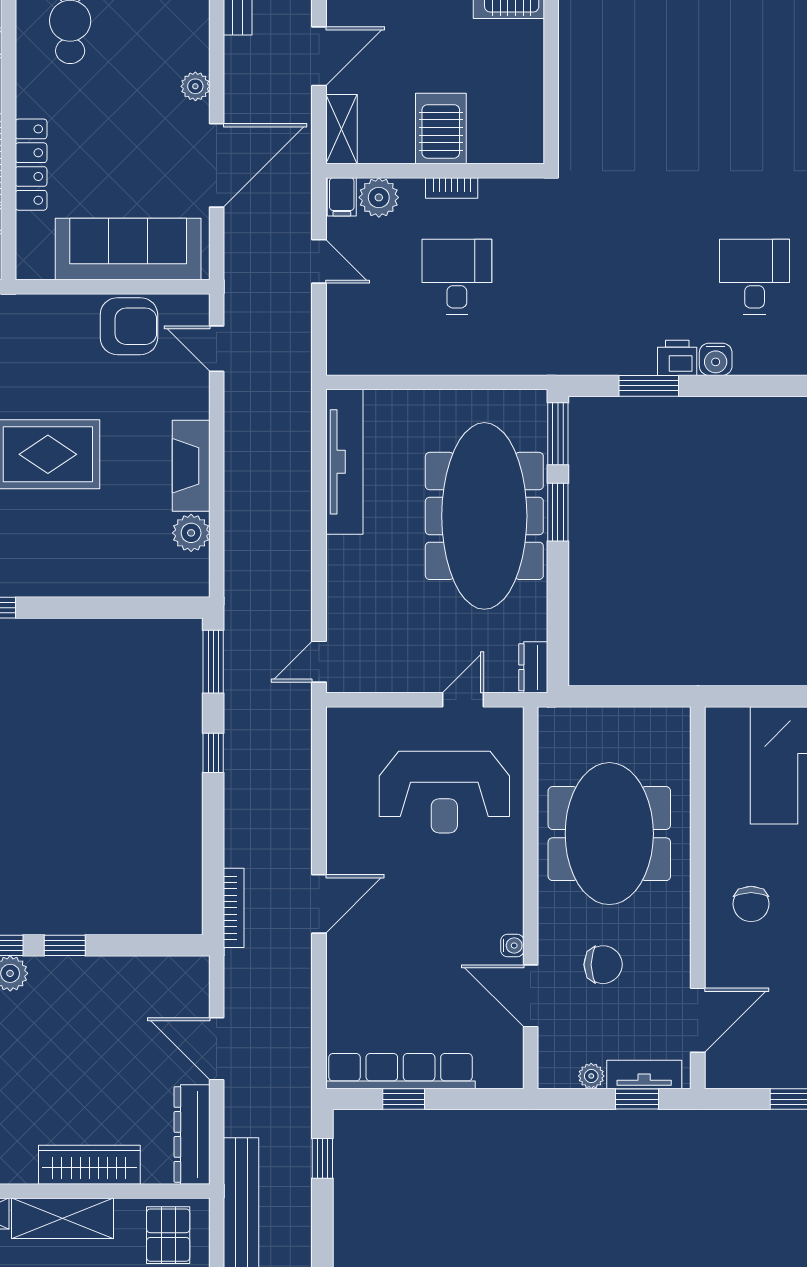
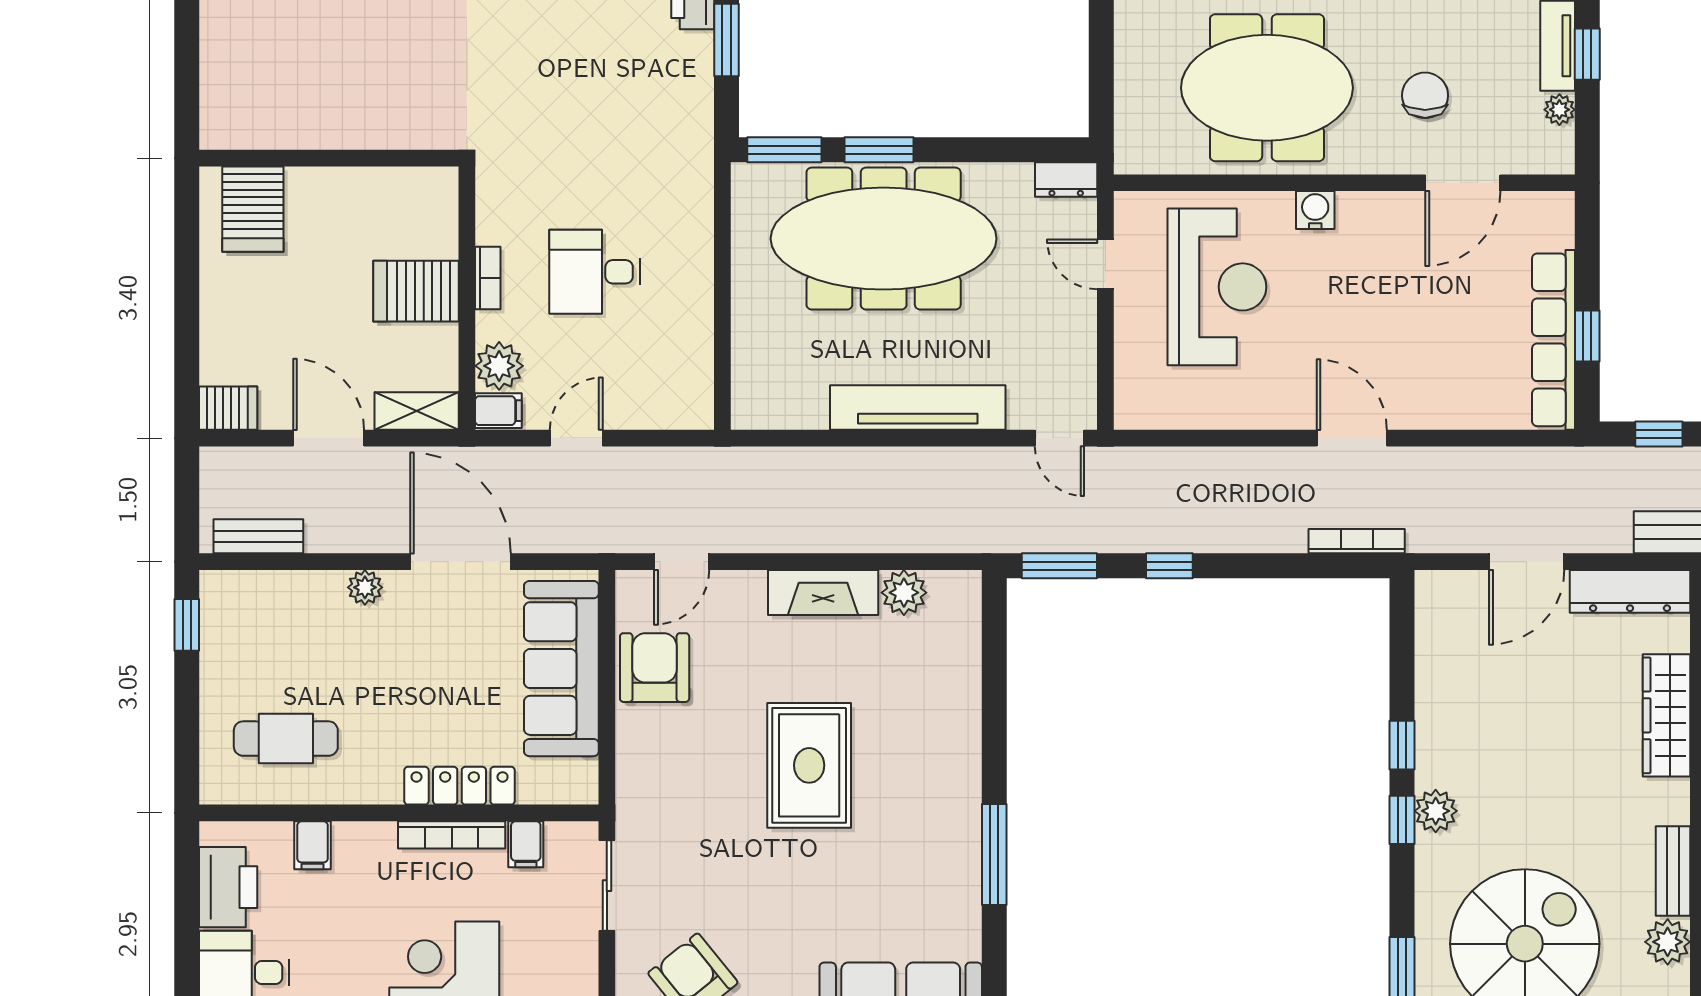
tv unit: (344, 462) -> (918, 407), moved
water cooler: (512, 946) -> (1315, 210), moved, width x1.38, depth x1.38

